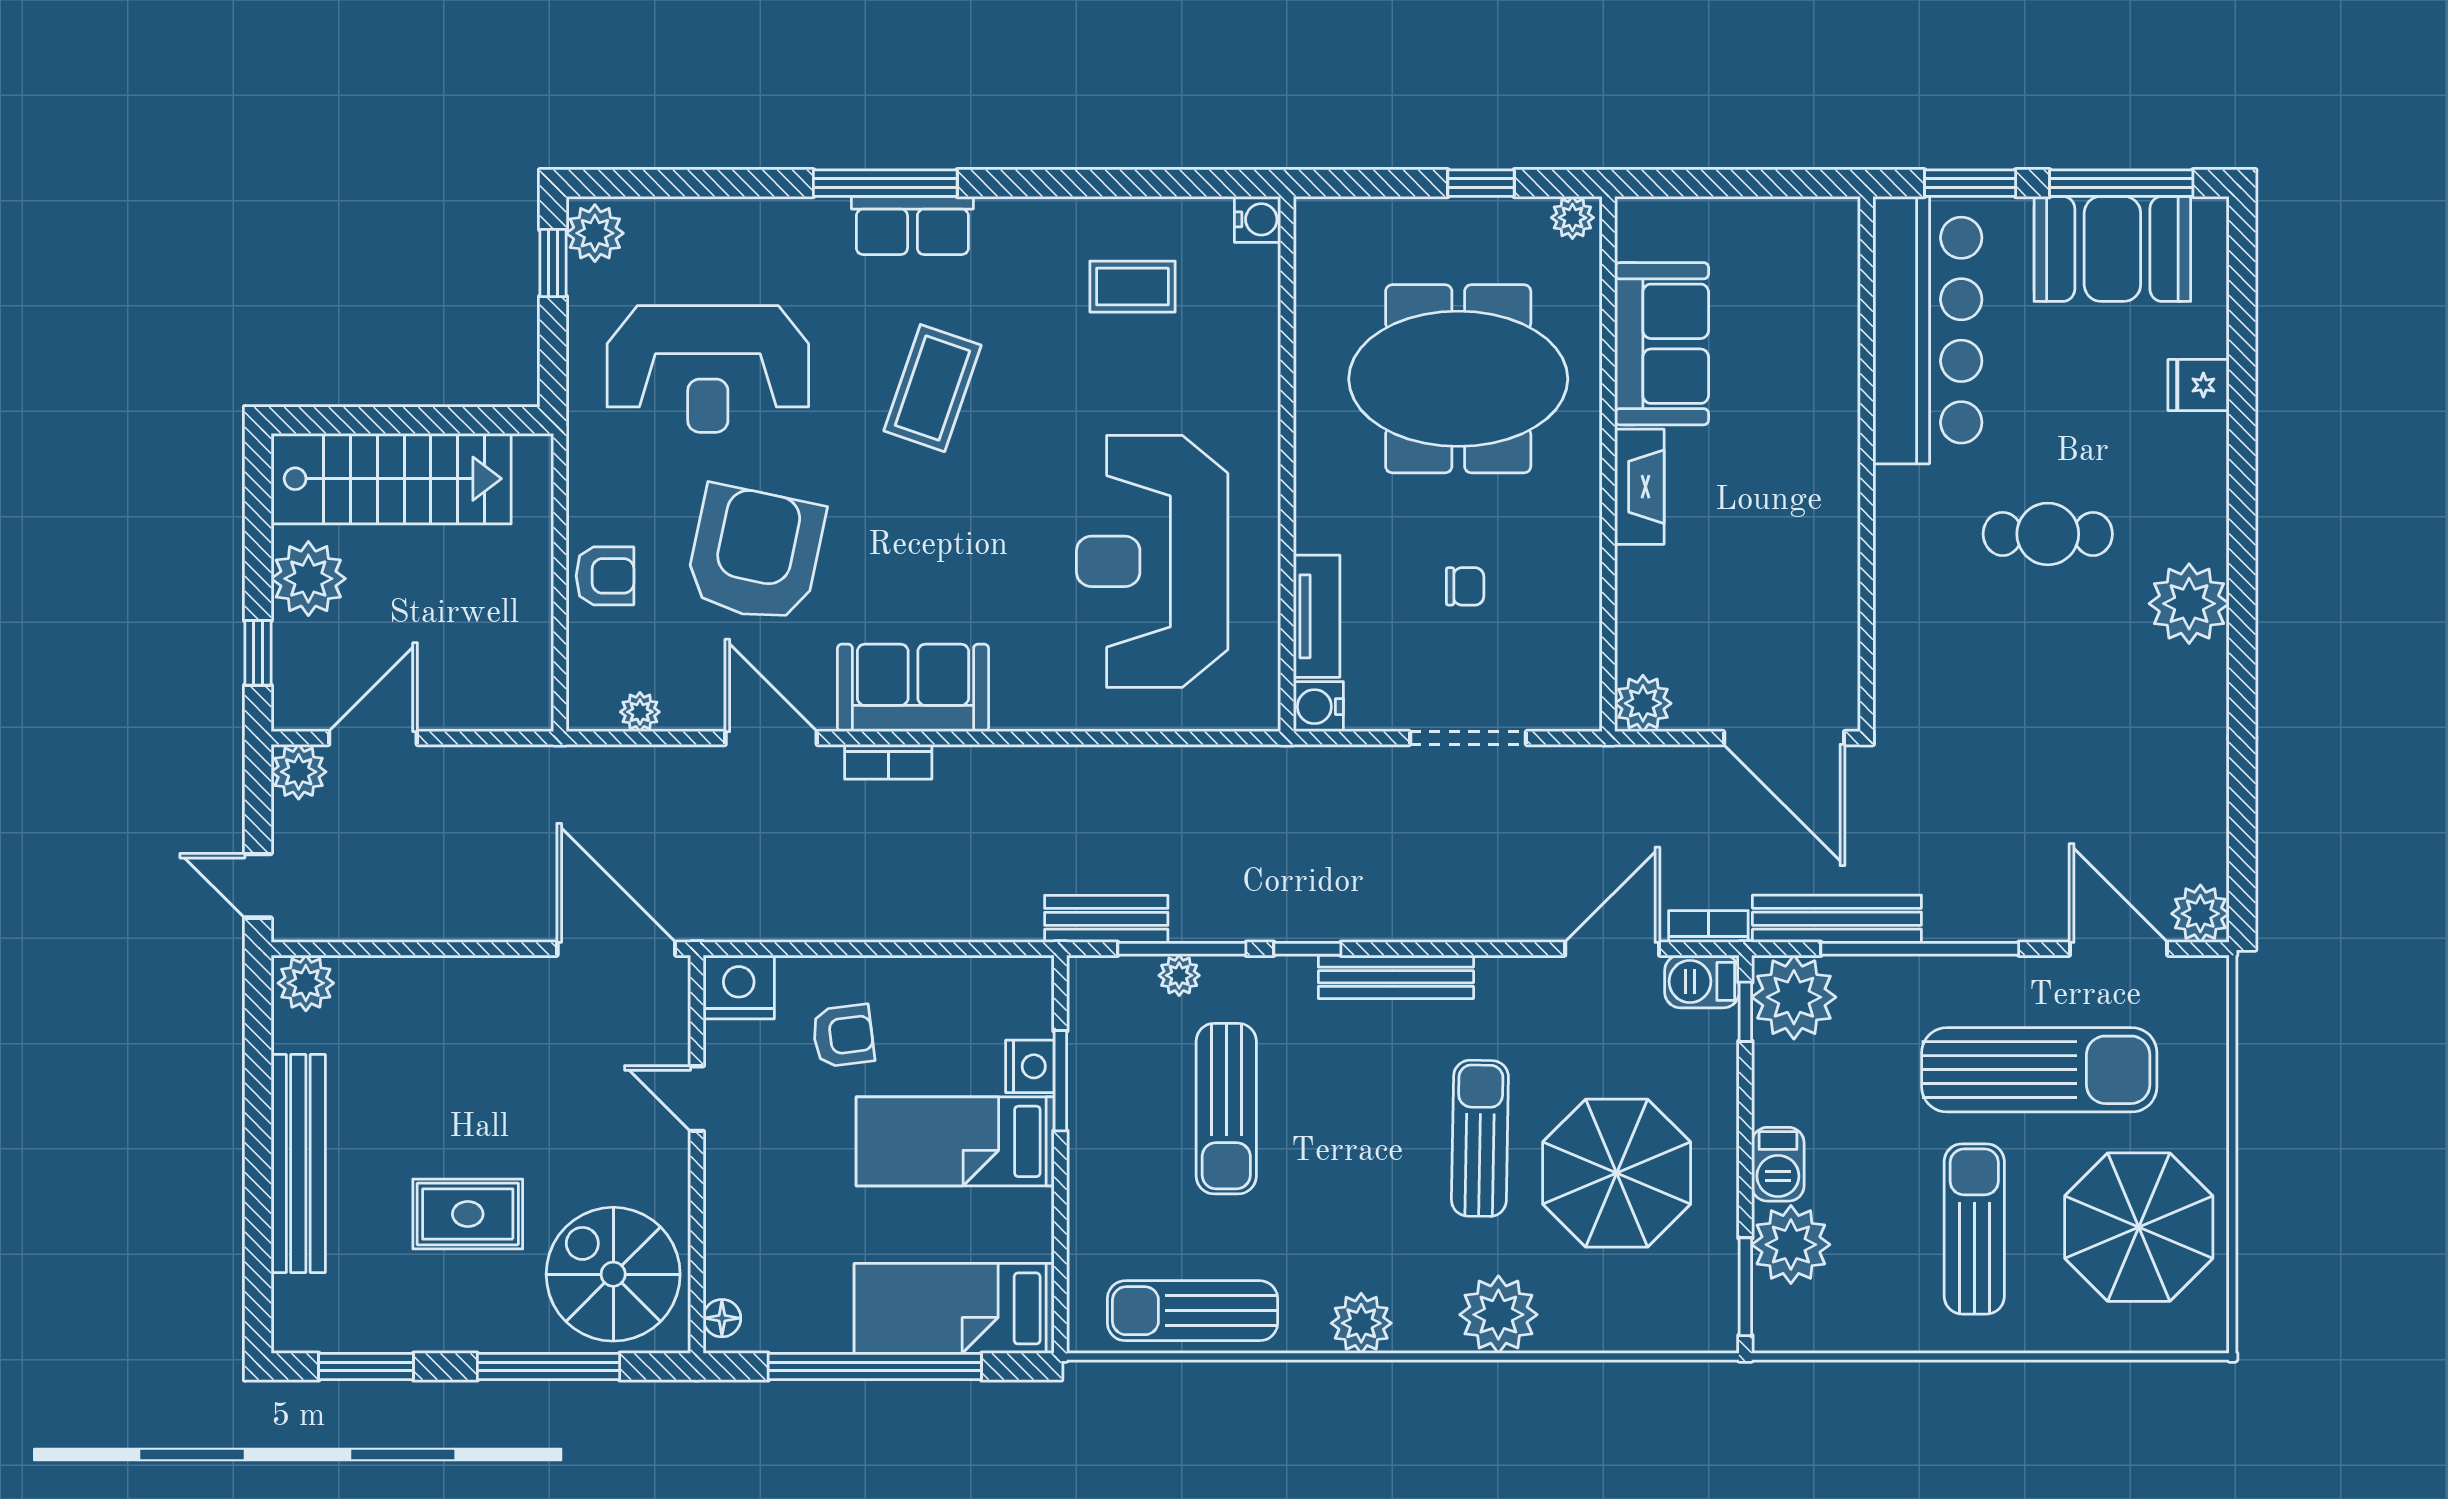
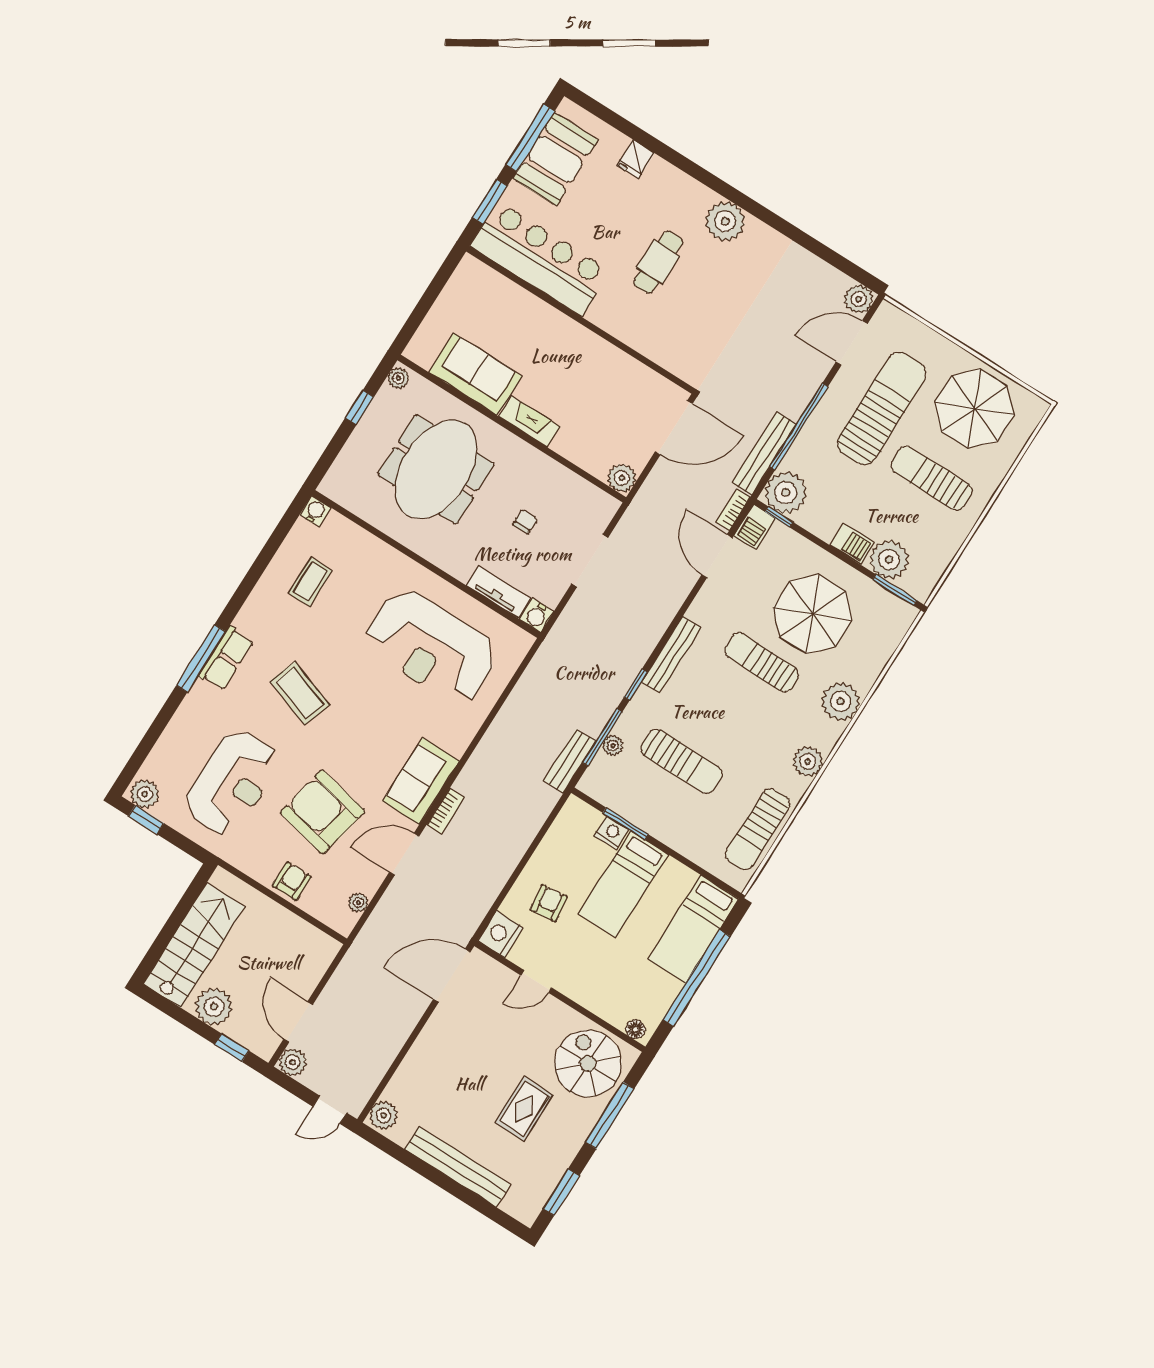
spiral stairs: (613, 1274) -> (588, 1064), turned 90

